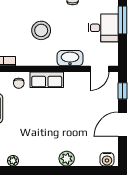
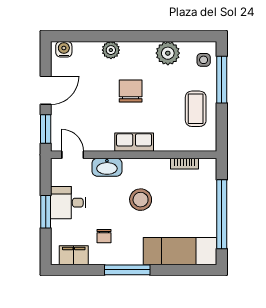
door: (99, 69) -> (73, 155), hinge flipped
chair: (19, 83) -> (131, 91), moved, width x1.87, depth x1.87
window: (123, 91) -> (46, 129), width x1.50
plant: (13, 161) -> (168, 53), width x1.87, depth x1.87

